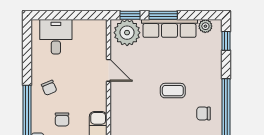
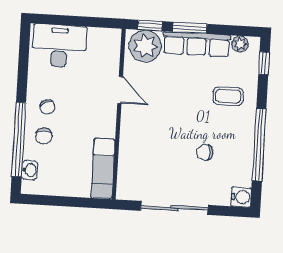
desk: (56, 37) -> (59, 46), width x1.37
coffee table: (173, 91) -> (228, 96), moved
chair: (203, 113) -> (205, 152), moved
chair: (62, 119) -> (44, 136), moved

